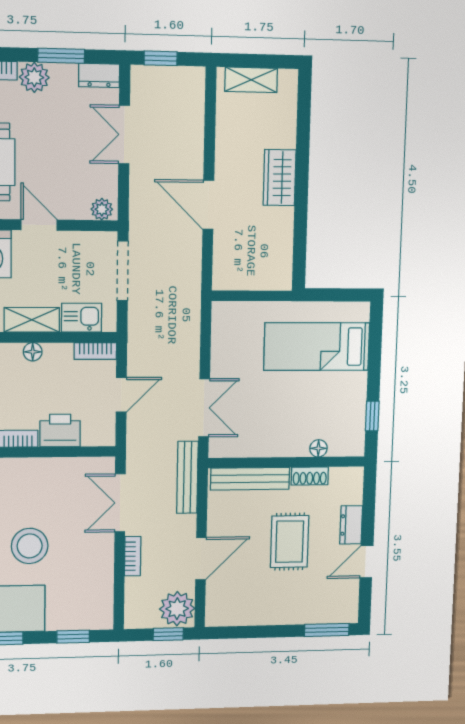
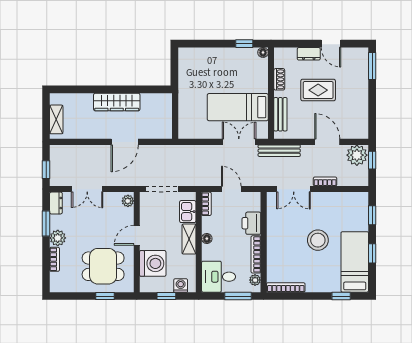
wardrobe: (280, 178) -> (117, 102), width x1.50
bed: (317, 347) -> (238, 107), moved, turned 90
floor lamp: (318, 448) -> (263, 52), moved
bench: (250, 479) -> (280, 114), width x0.73

